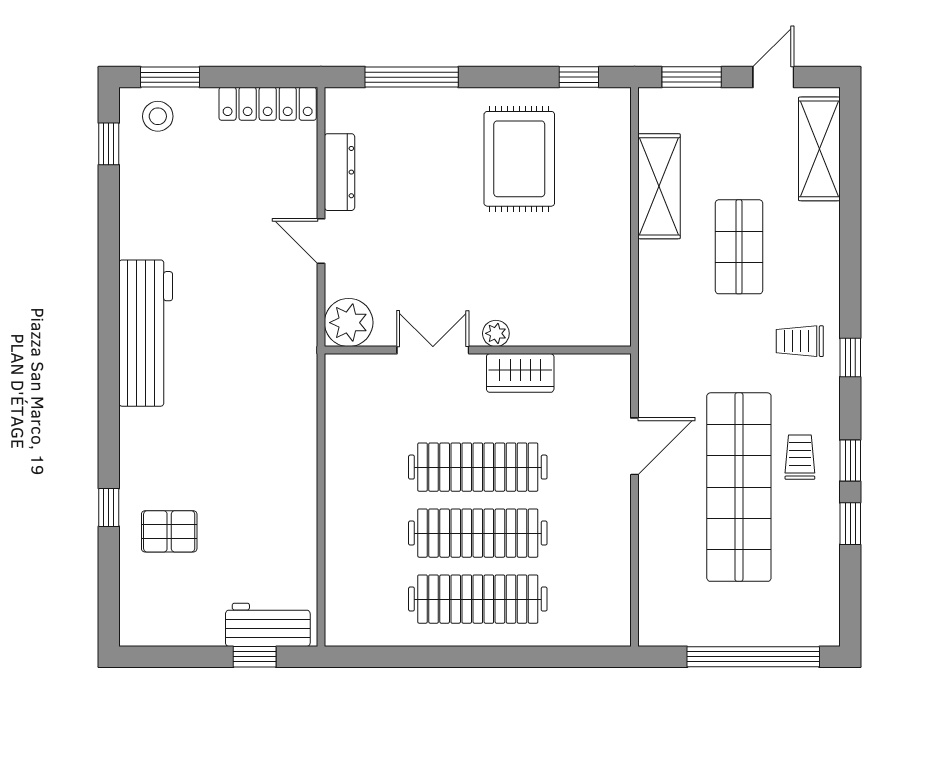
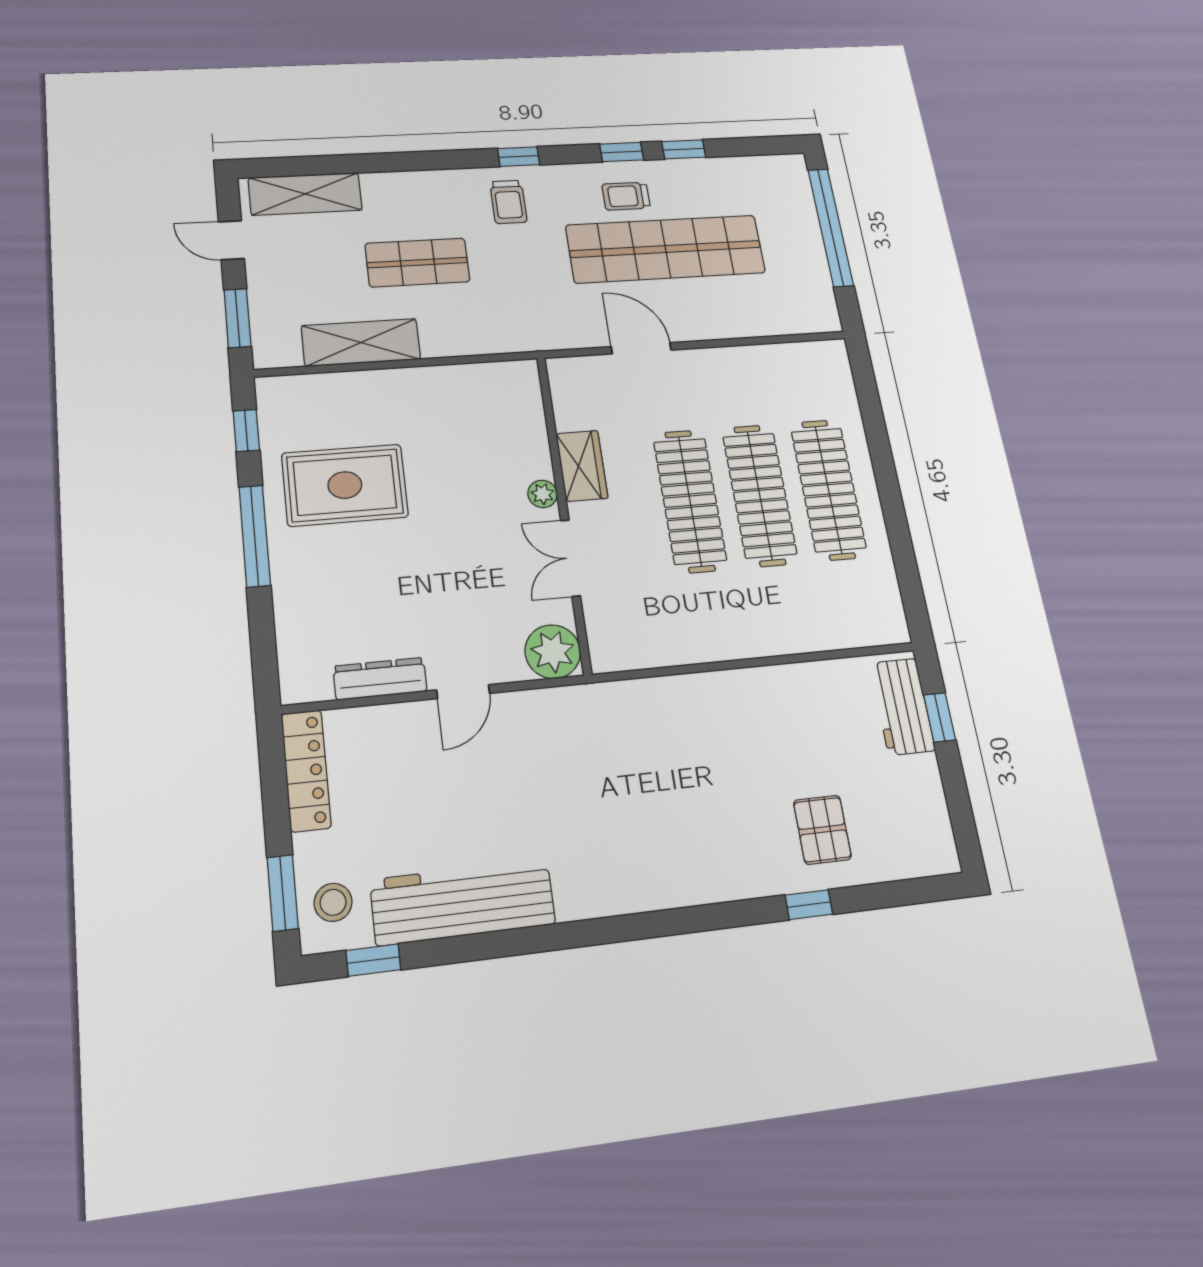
window: (412, 77) -> (255, 536), moved
workbench: (146, 333) -> (463, 902), moved

